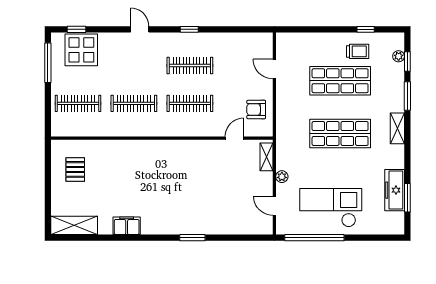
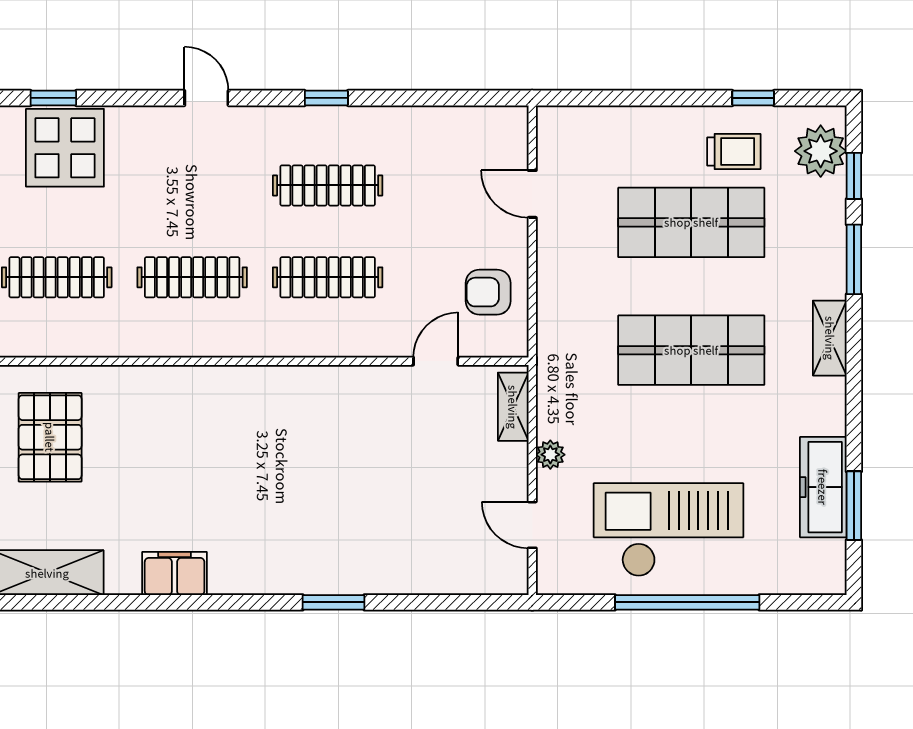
plant: (399, 56) -> (821, 151), width x1.88, depth x1.88
pallet: (75, 169) -> (50, 437), width x1.50, depth x1.42
window: (314, 238) -> (687, 602), moved

